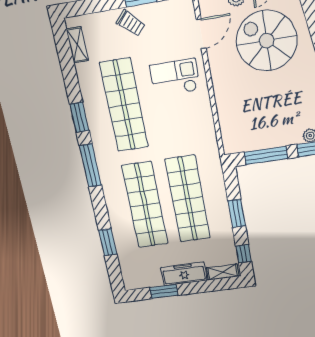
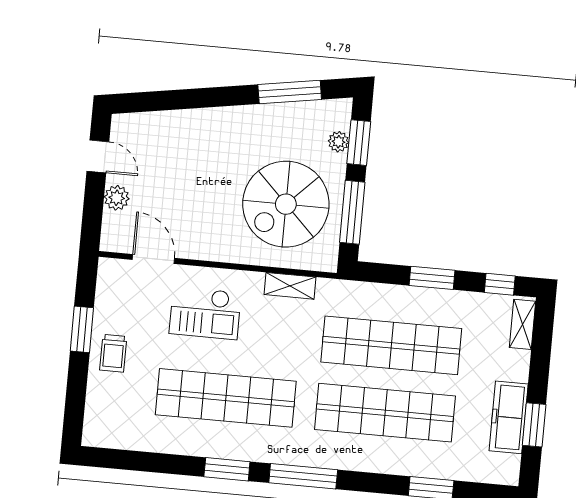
trolley: (131, 23) -> (113, 353), turned 137
spiral stairs: (267, 41) -> (286, 204), moved
shelving: (77, 45) -> (290, 286), moved
checkout: (175, 78) -> (205, 313), turned -90
freezer: (184, 274) -> (509, 417), moved

